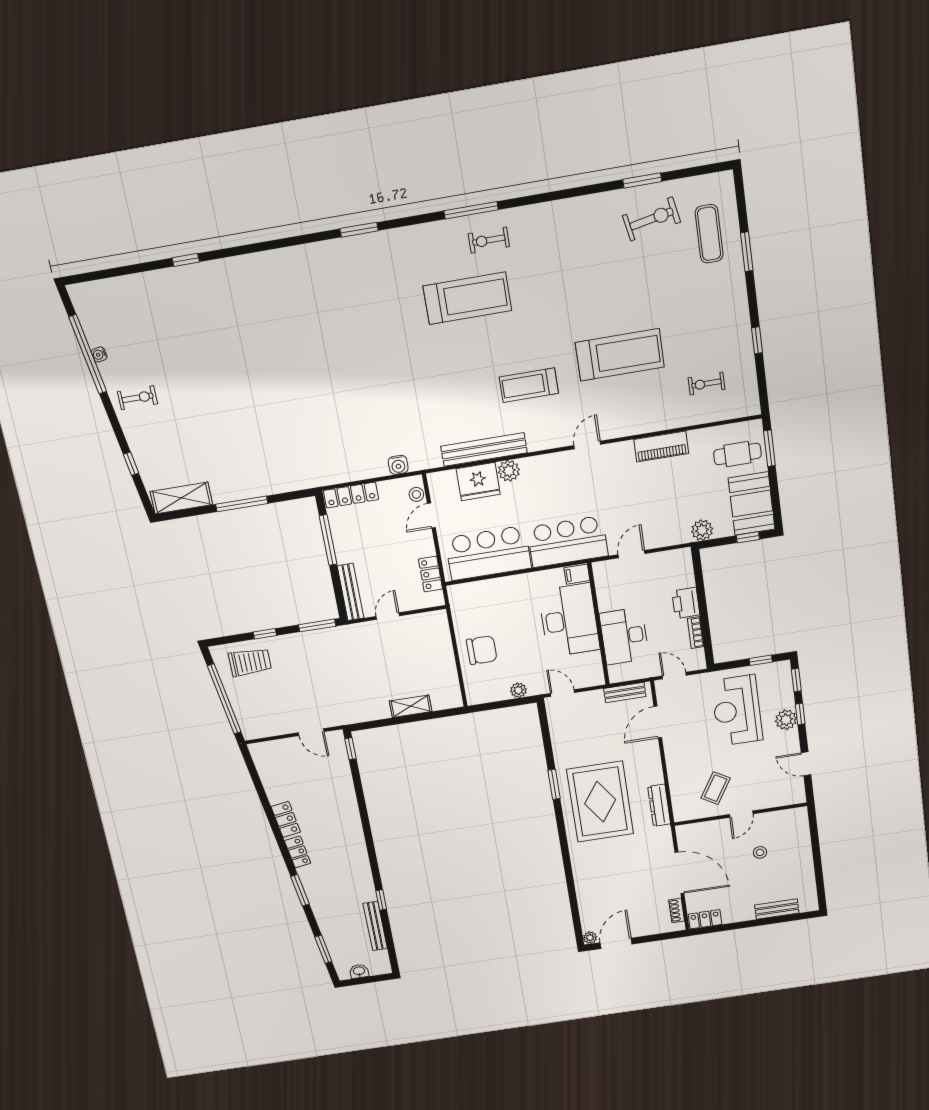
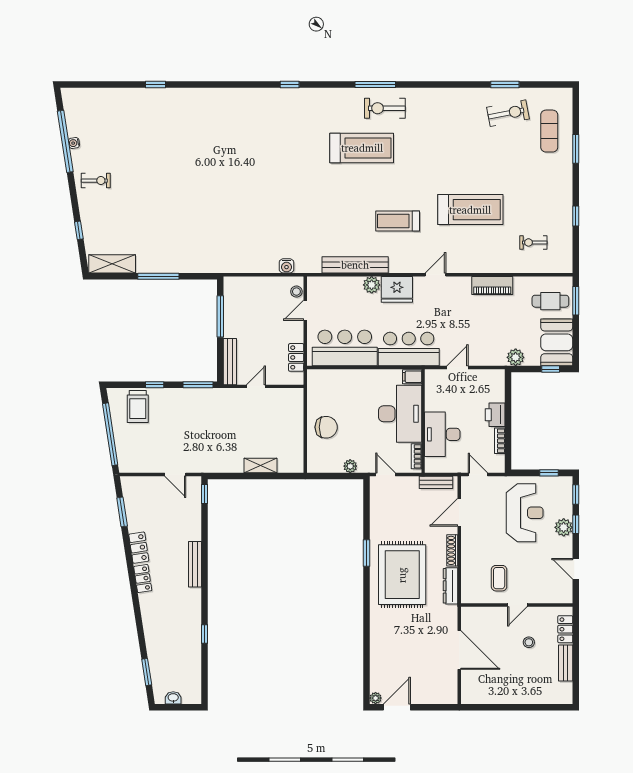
window: (359, 230) -> (290, 84), width x0.67
exercise bike: (489, 240) -> (385, 108), width x1.38, depth x1.39
fridge: (478, 482) -> (397, 289), moved
locker: (351, 495) -> (245, 284), removed
trolley: (250, 662) -> (138, 406), turned 90
bookcase: (597, 666) -> (417, 456), added
reception desk: (737, 710) -> (525, 513), turned 180
coffee table: (716, 788) -> (499, 578), turned -31
window: (300, 890) -> (122, 512), moved
bench: (777, 909) -> (566, 663), moved, turned 90
shoe rack: (677, 910) -> (452, 550), moved, width x1.43
locker: (705, 919) -> (565, 629), moved, turned -90
bench: (375, 926) -> (195, 564), moved

